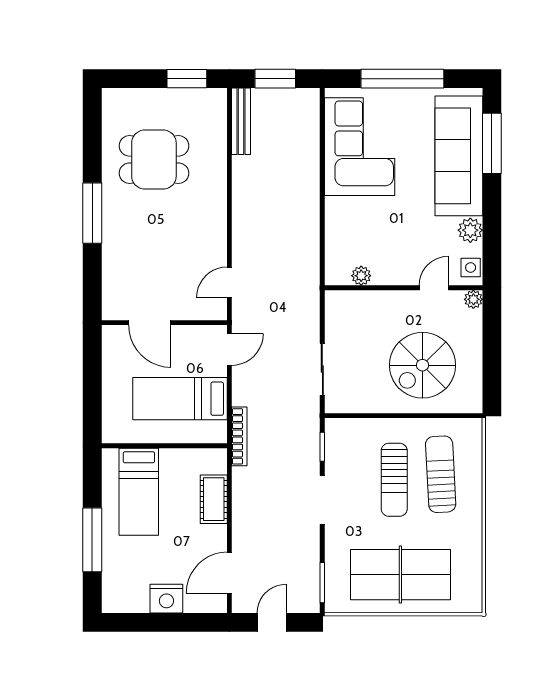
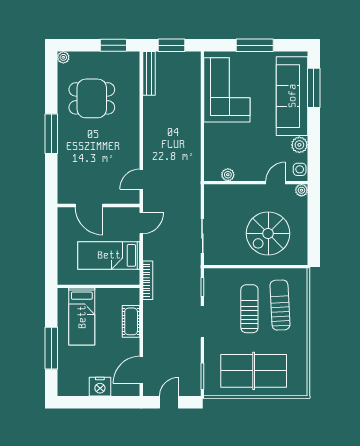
window: (402, 79) -> (255, 45), width x0.68
plant: (111, 97) -> (63, 57), added
sun lounger: (394, 480) -> (249, 309), turned 180

